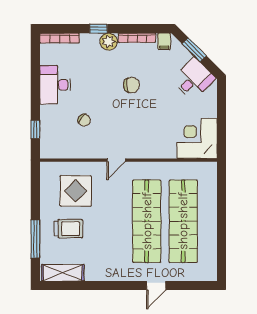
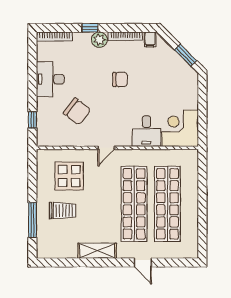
window: (194, 50) -> (186, 55), moved
desk: (194, 79) -> (146, 131), moved, turned 135
chair: (84, 120) -> (77, 111), width x1.87, depth x1.87
shelving: (63, 273) -> (97, 251), moved
door: (156, 286) -> (143, 262), hinge flipped

